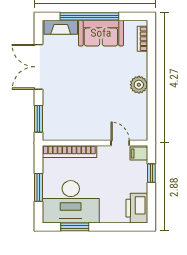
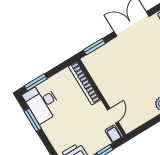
window: (38, 187) -> (36, 82), moved
desk: (71, 202) -> (42, 103), width x0.73, depth x0.77

